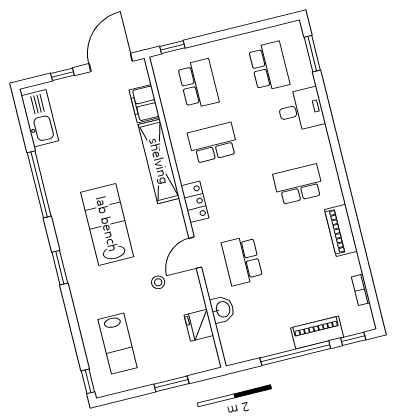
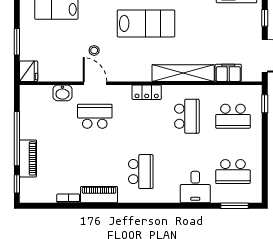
door: (195, 253) -> (95, 83), moved
bookcase: (361, 290) -> (68, 198), moved
fridge: (199, 325) -> (29, 71), moved, turned 90

